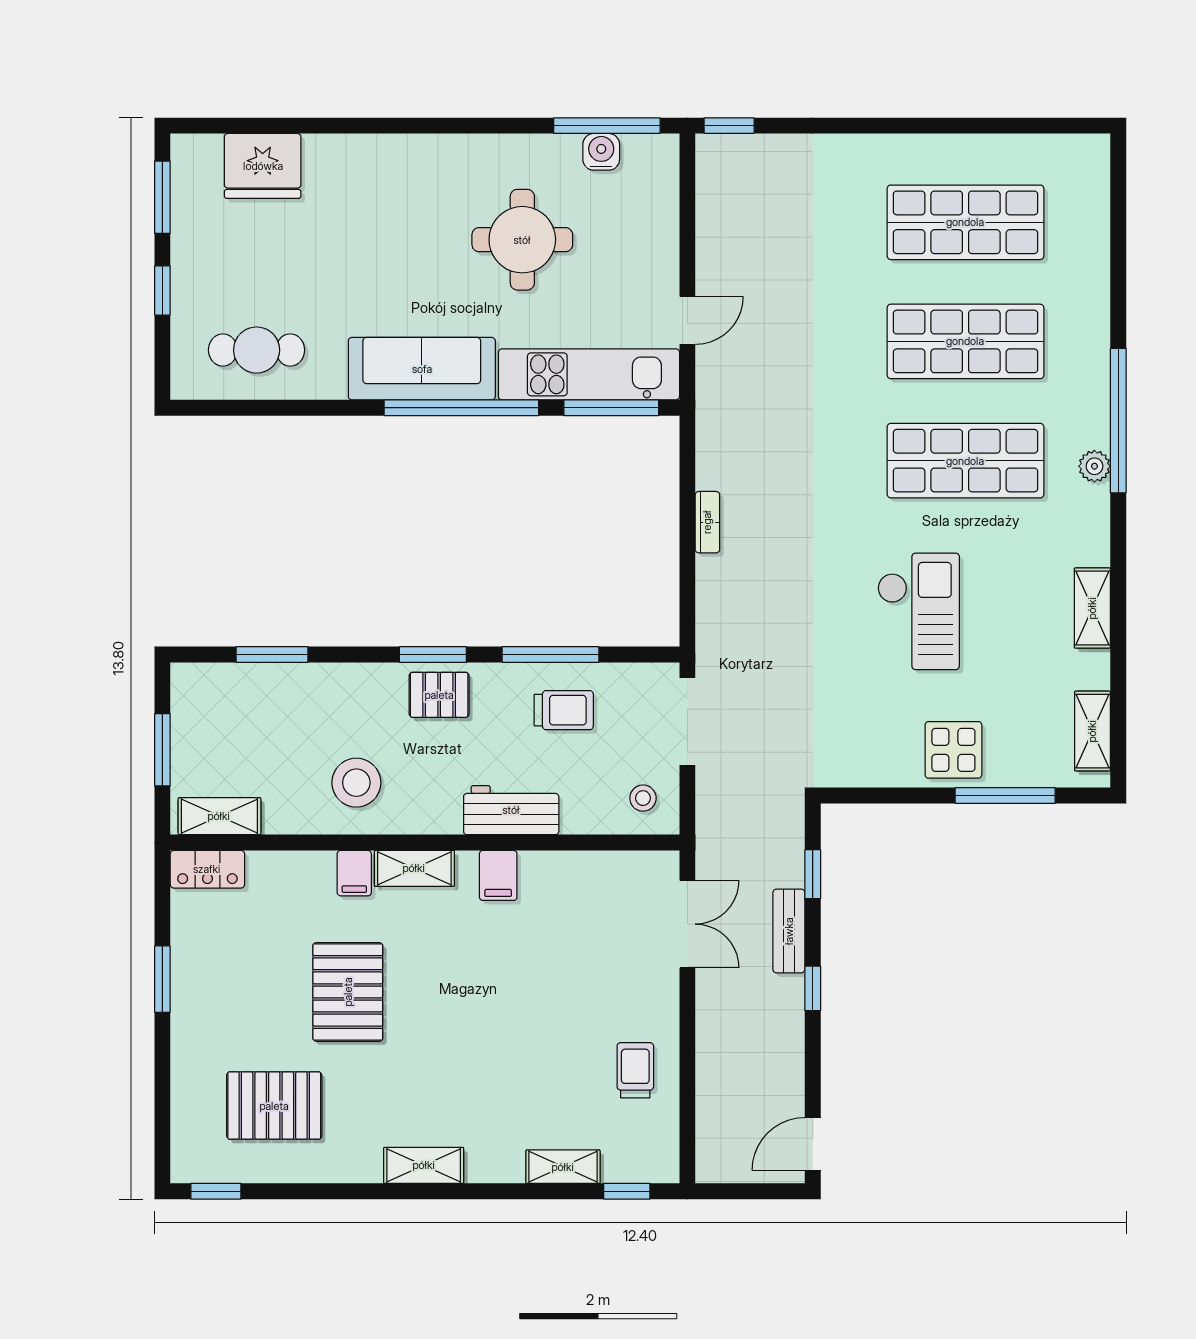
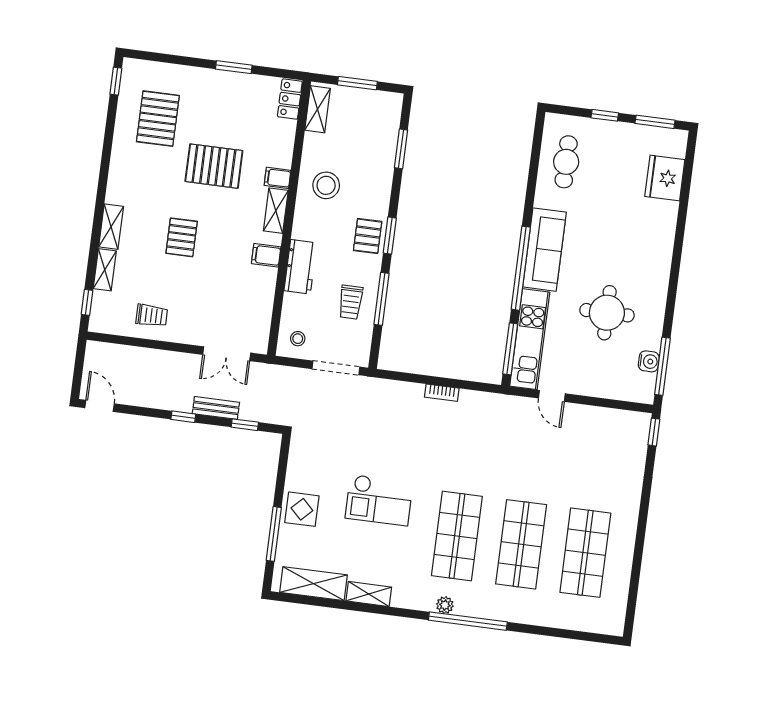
shelving: (1092, 731) -> (314, 584), width x1.50, depth x1.33
pallet: (486, 1034) -> (182, 237), added
shelving: (424, 1165) -> (111, 227), moved

